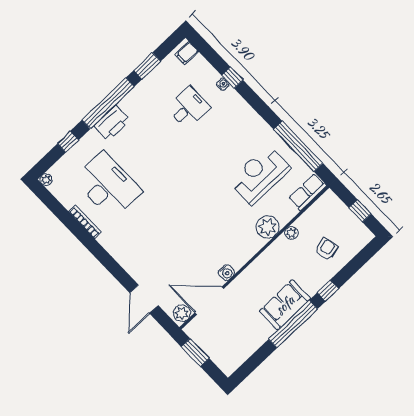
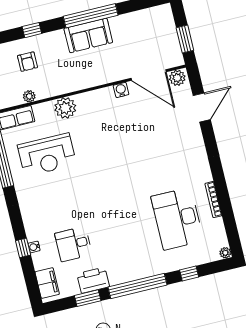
filing cabinet: (187, 53) -> (47, 283), width x2.00
printer: (112, 123) -> (93, 280), moved
plant: (291, 233) -> (29, 96), moved
armchair: (326, 249) -> (28, 62), turned -77
window: (328, 291) -> (32, 30), moved

